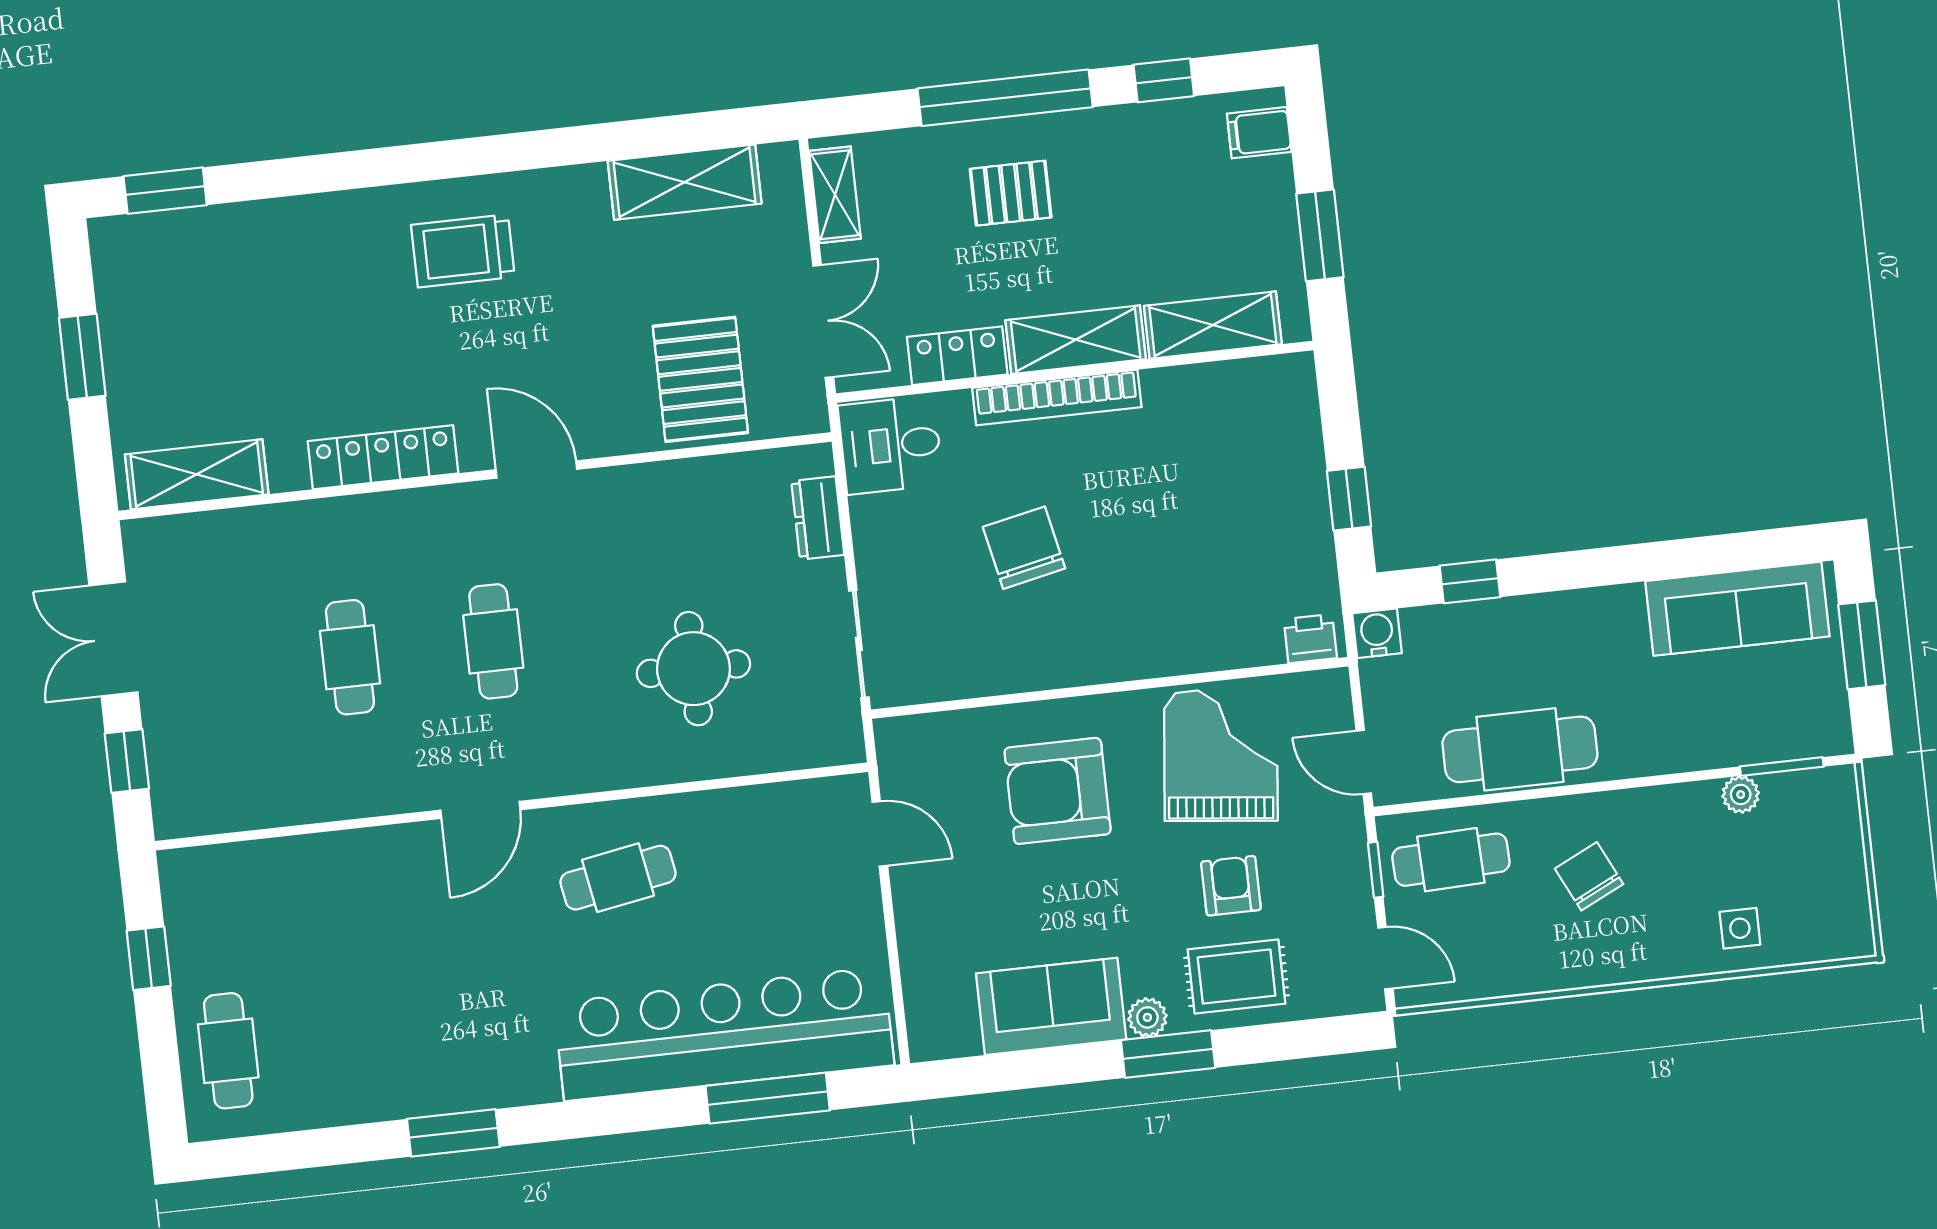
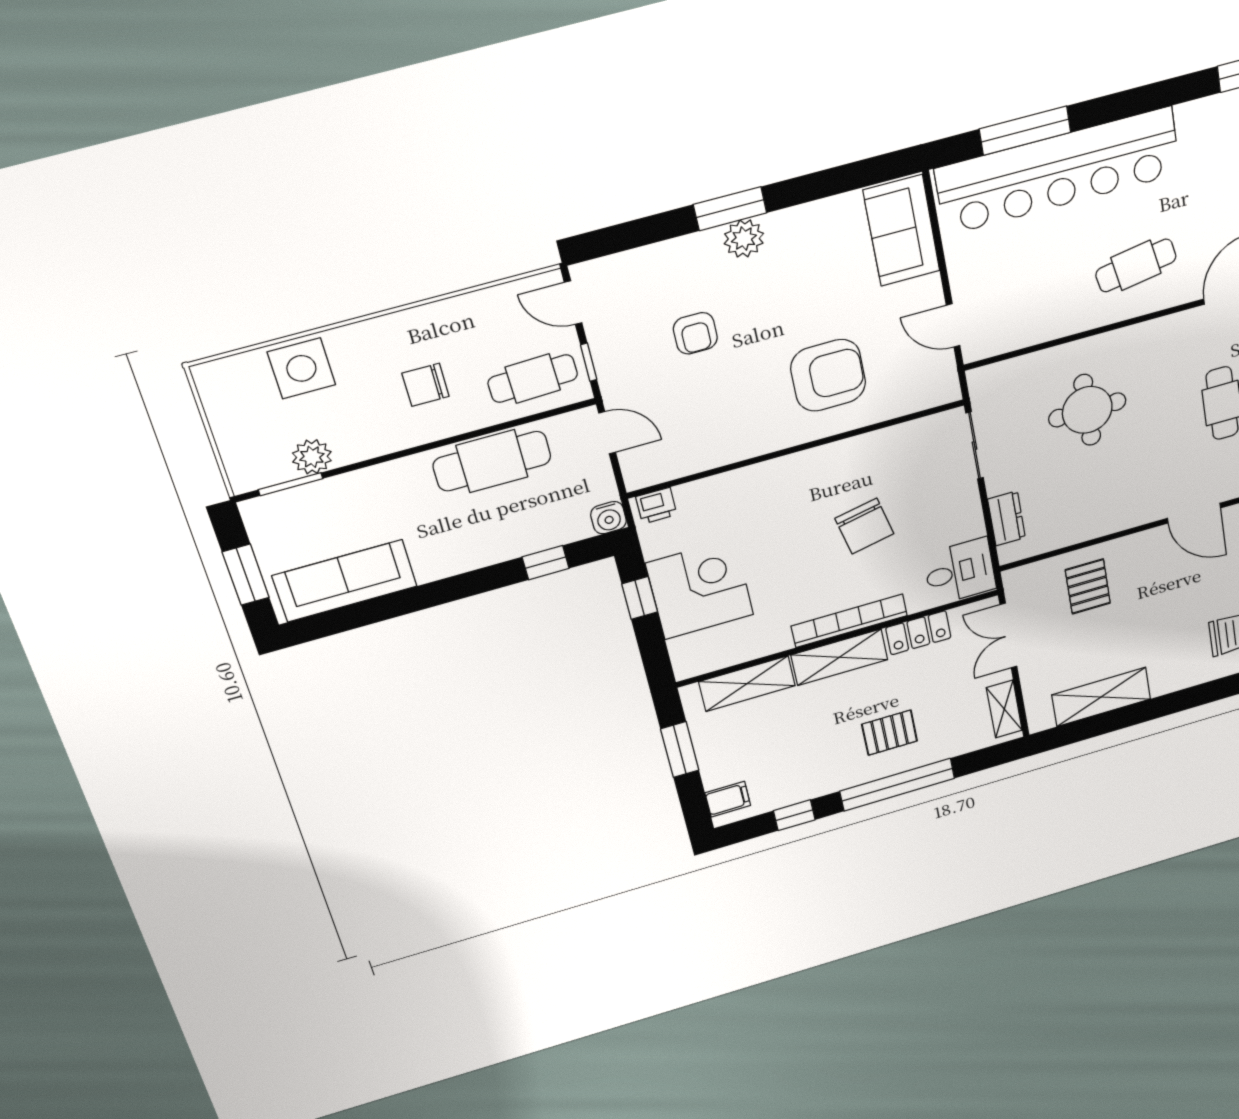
pallet: (700, 379) -> (1088, 586), width x0.67, depth x0.71
corner desk: (1264, 495) -> (700, 589), added
grand piano: (1221, 756) -> (712, 419), removed
plant: (1741, 795) -> (312, 457), width x1.38, depth x1.38
chair: (1589, 876) -> (426, 385), turned 116
side table: (1740, 928) -> (301, 368), width x1.87, depth x1.87
rug: (1237, 977) -> (684, 271), removed
sofa: (1051, 1006) -> (902, 231), moved, turned 90
plant: (1147, 1017) -> (744, 239), width x1.38, depth x1.38

